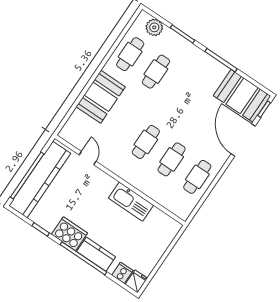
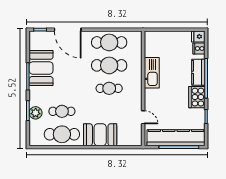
plant: (154, 27) -> (36, 113), moved
cafe table: (130, 54) -> (62, 134), width x1.37, depth x1.35
booth: (242, 96) -> (41, 68), moved
door: (243, 140) -> (68, 30), hinge flipped
door: (88, 158) -> (143, 117), swing flipped
cafe table: (172, 159) -> (109, 65), width x1.37, depth x1.35
cafe table: (197, 177) -> (109, 42), width x1.37, depth x1.35

